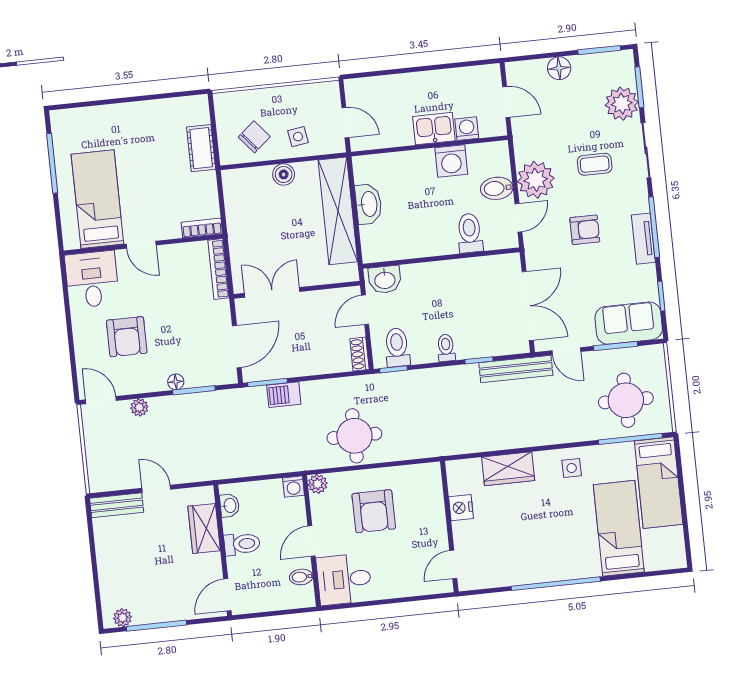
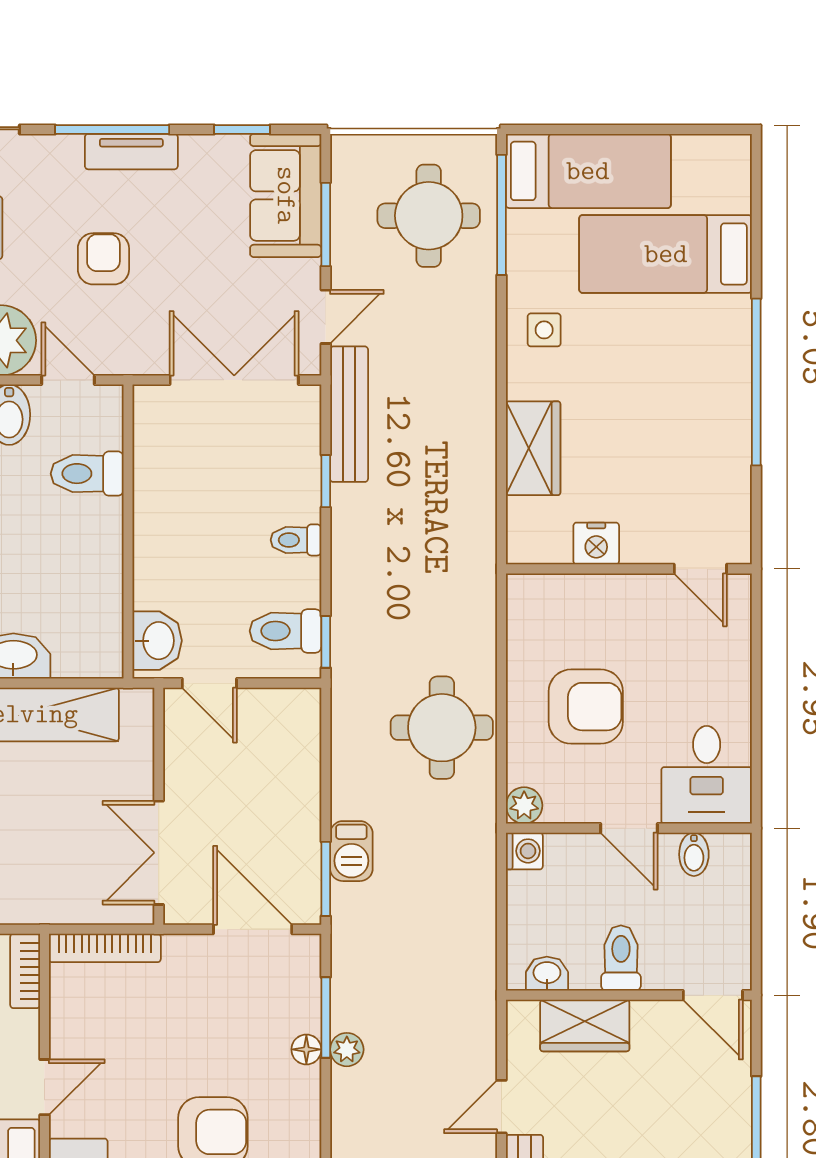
shoe rack: (359, 354) -> (291, 702), removed
plant: (139, 407) -> (347, 1050), moved

